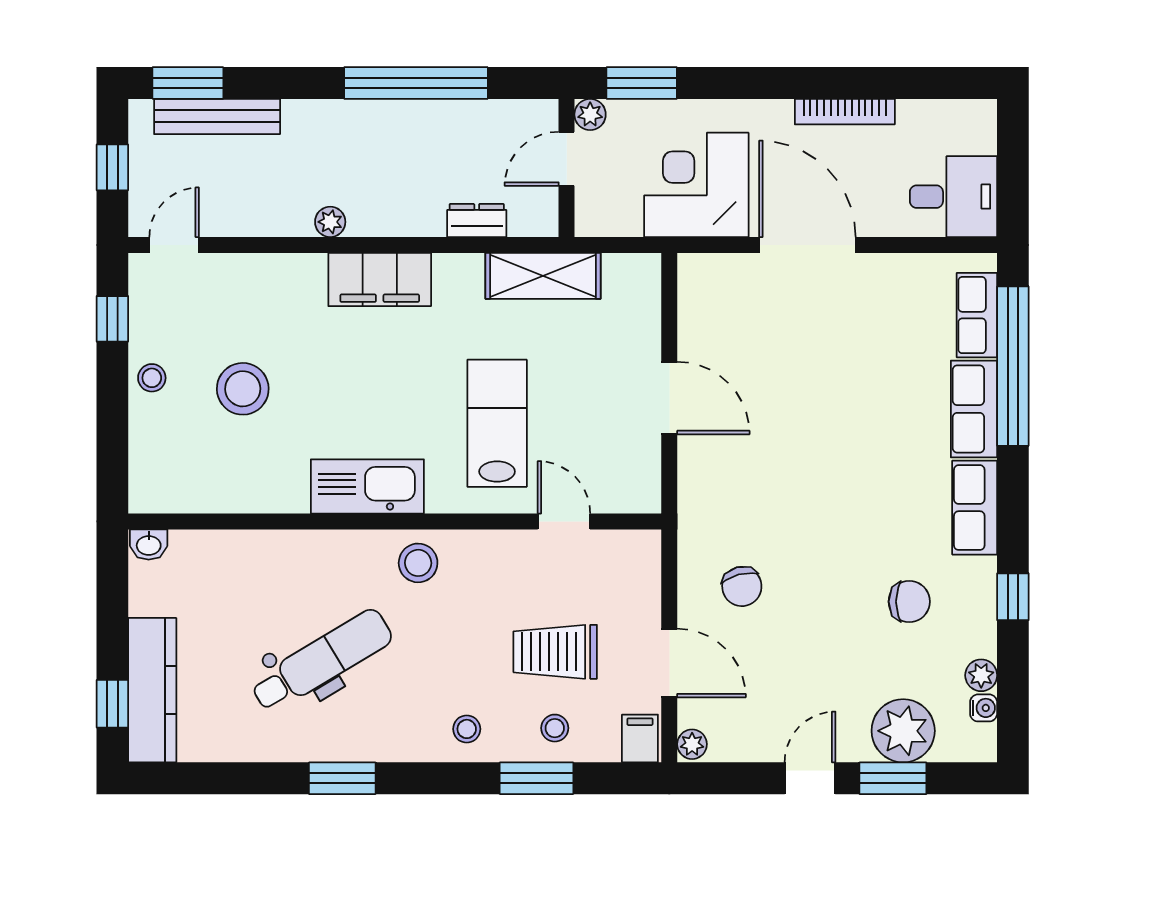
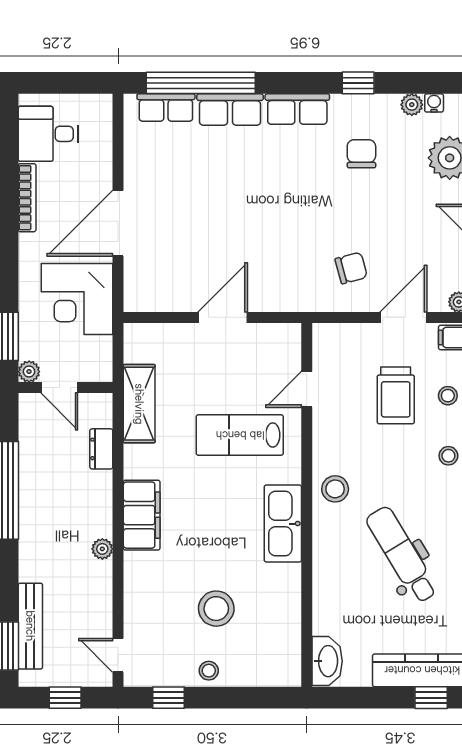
desk: (953, 197) -> (48, 134), moved, turned -90
washbasin: (149, 545) -> (327, 661), width x1.91, depth x1.45

